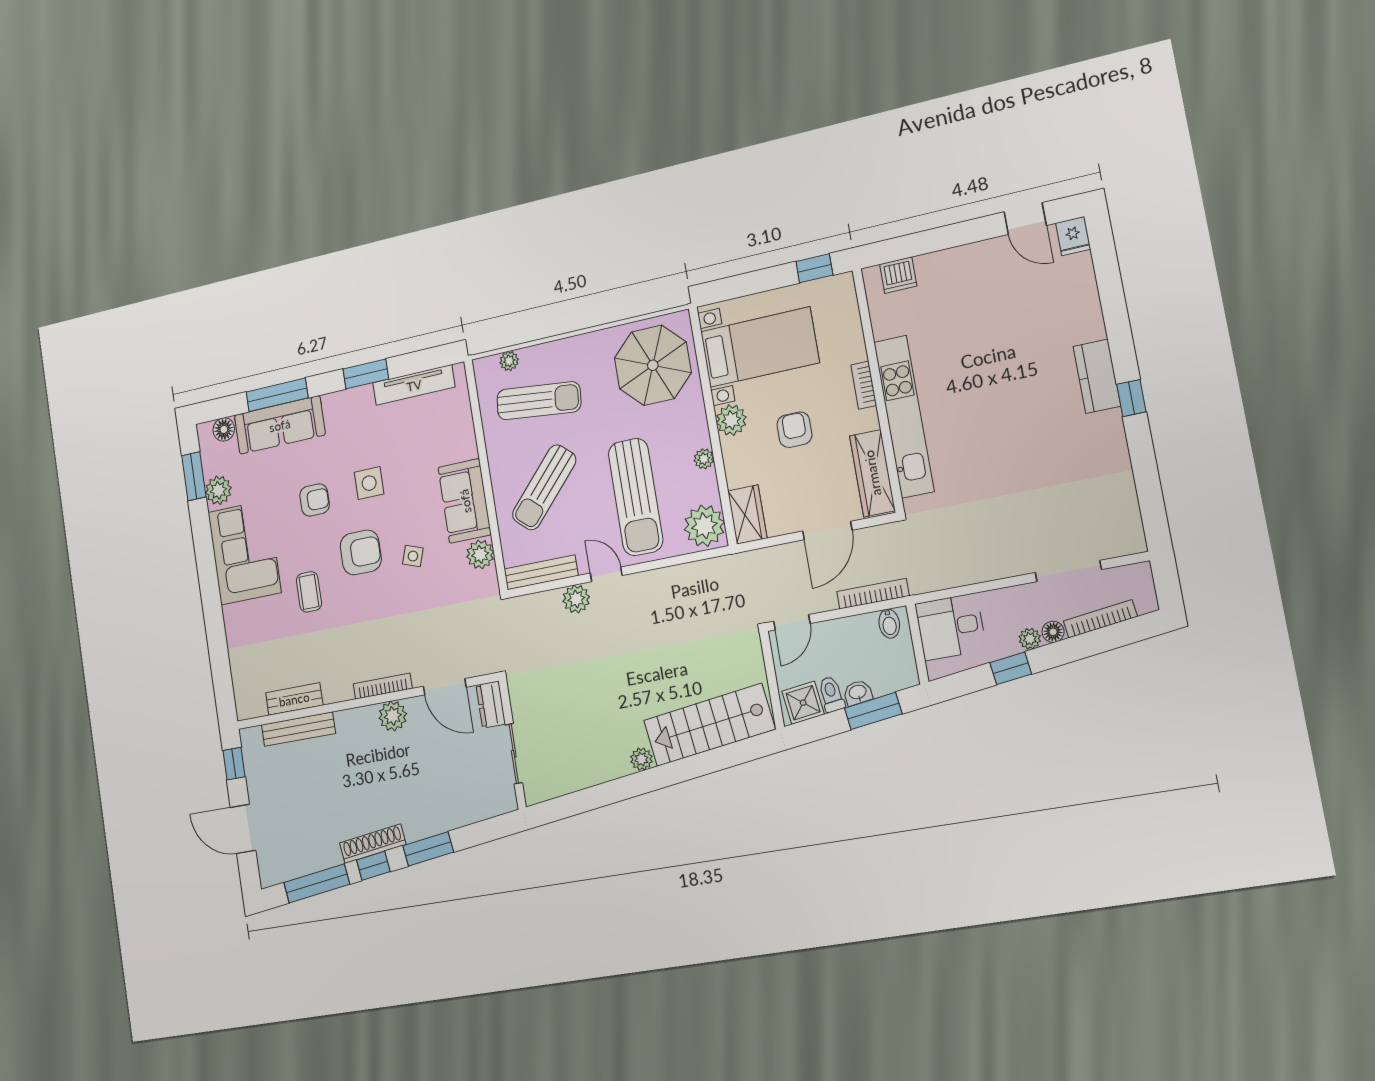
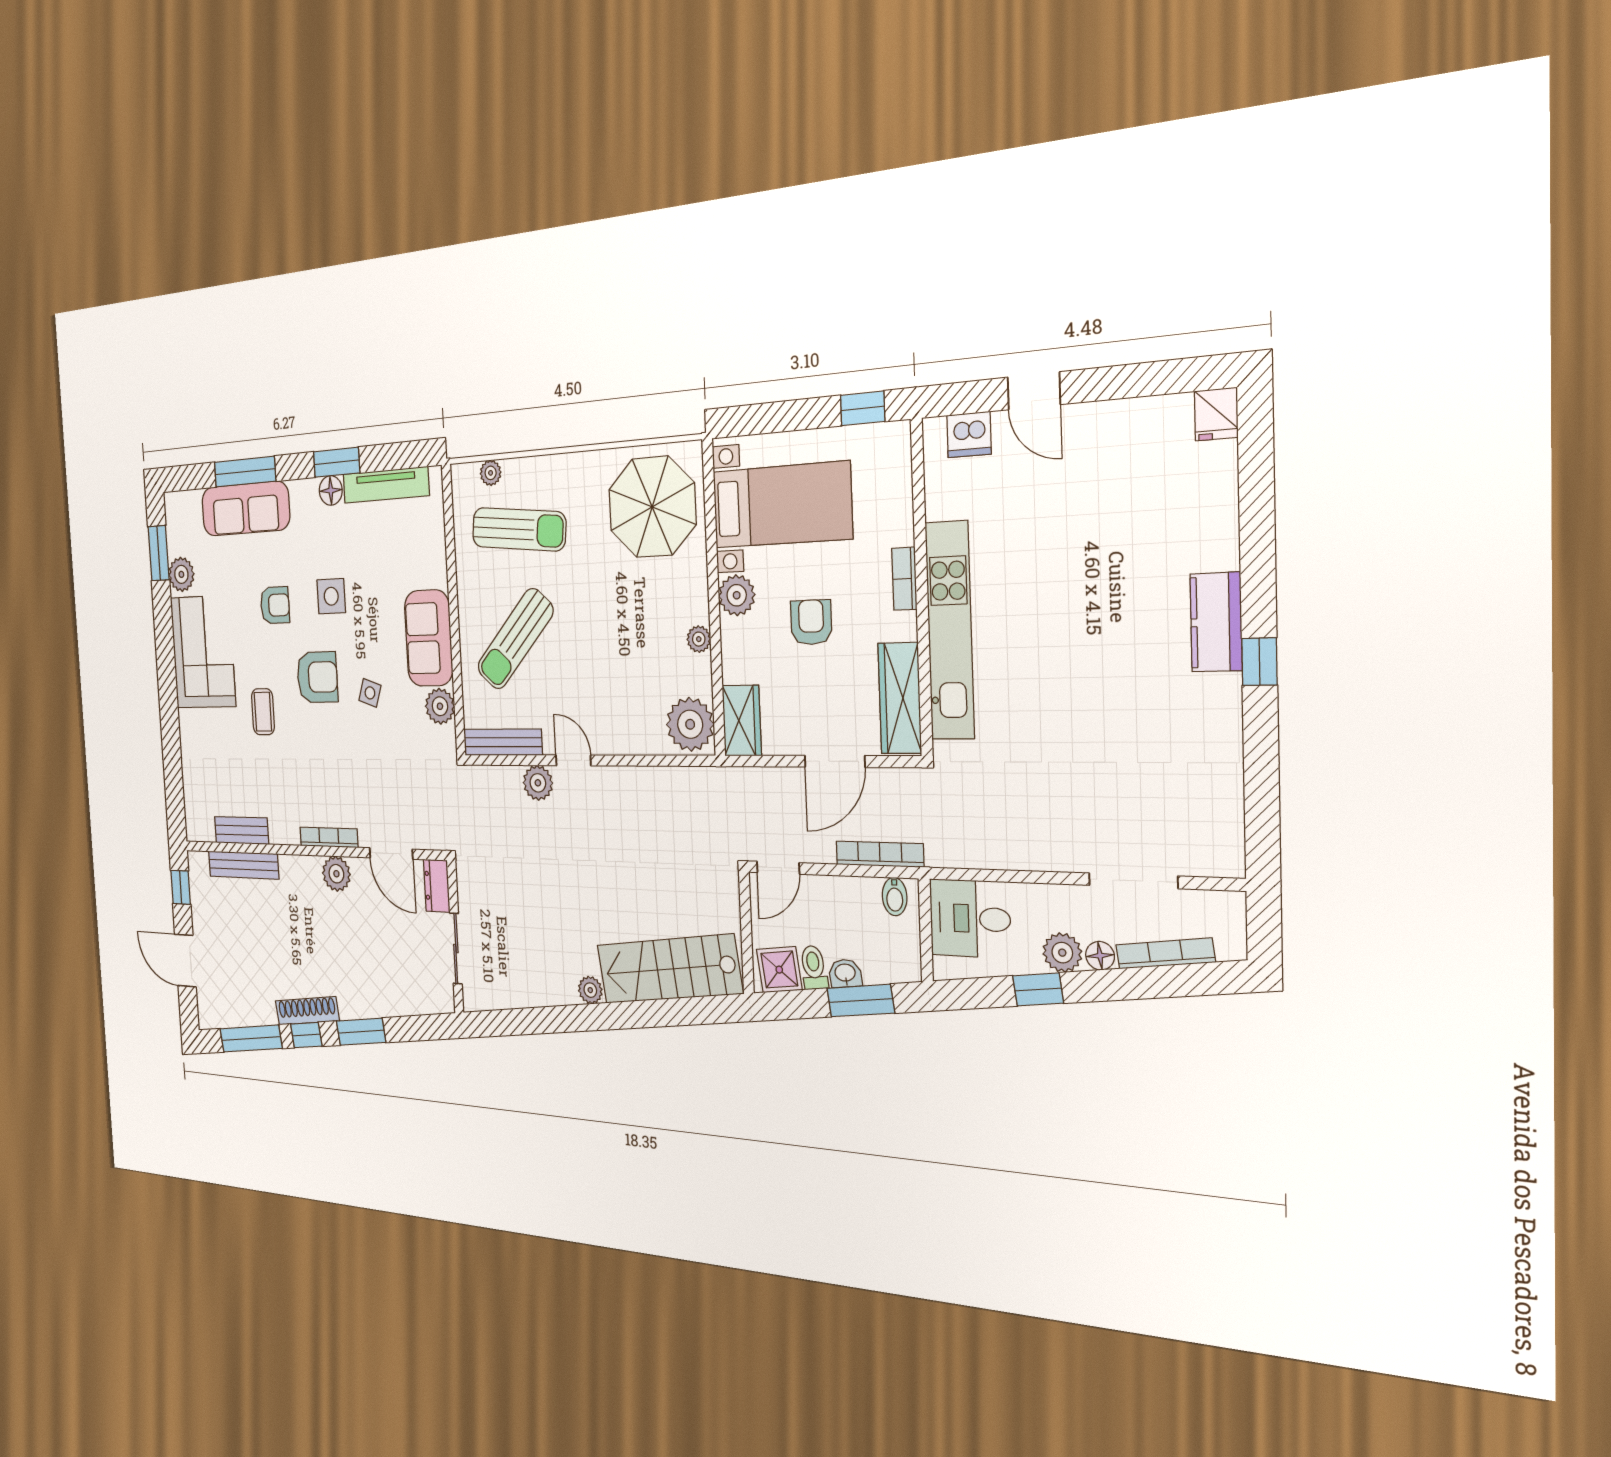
door: (1025, 219) -> (1034, 391), moved
floor lamp: (224, 429) -> (331, 490), moved
sun lounger: (636, 497) -> (615, 672), removed
plant: (1030, 639) -> (1062, 953), width x1.38, depth x1.38

